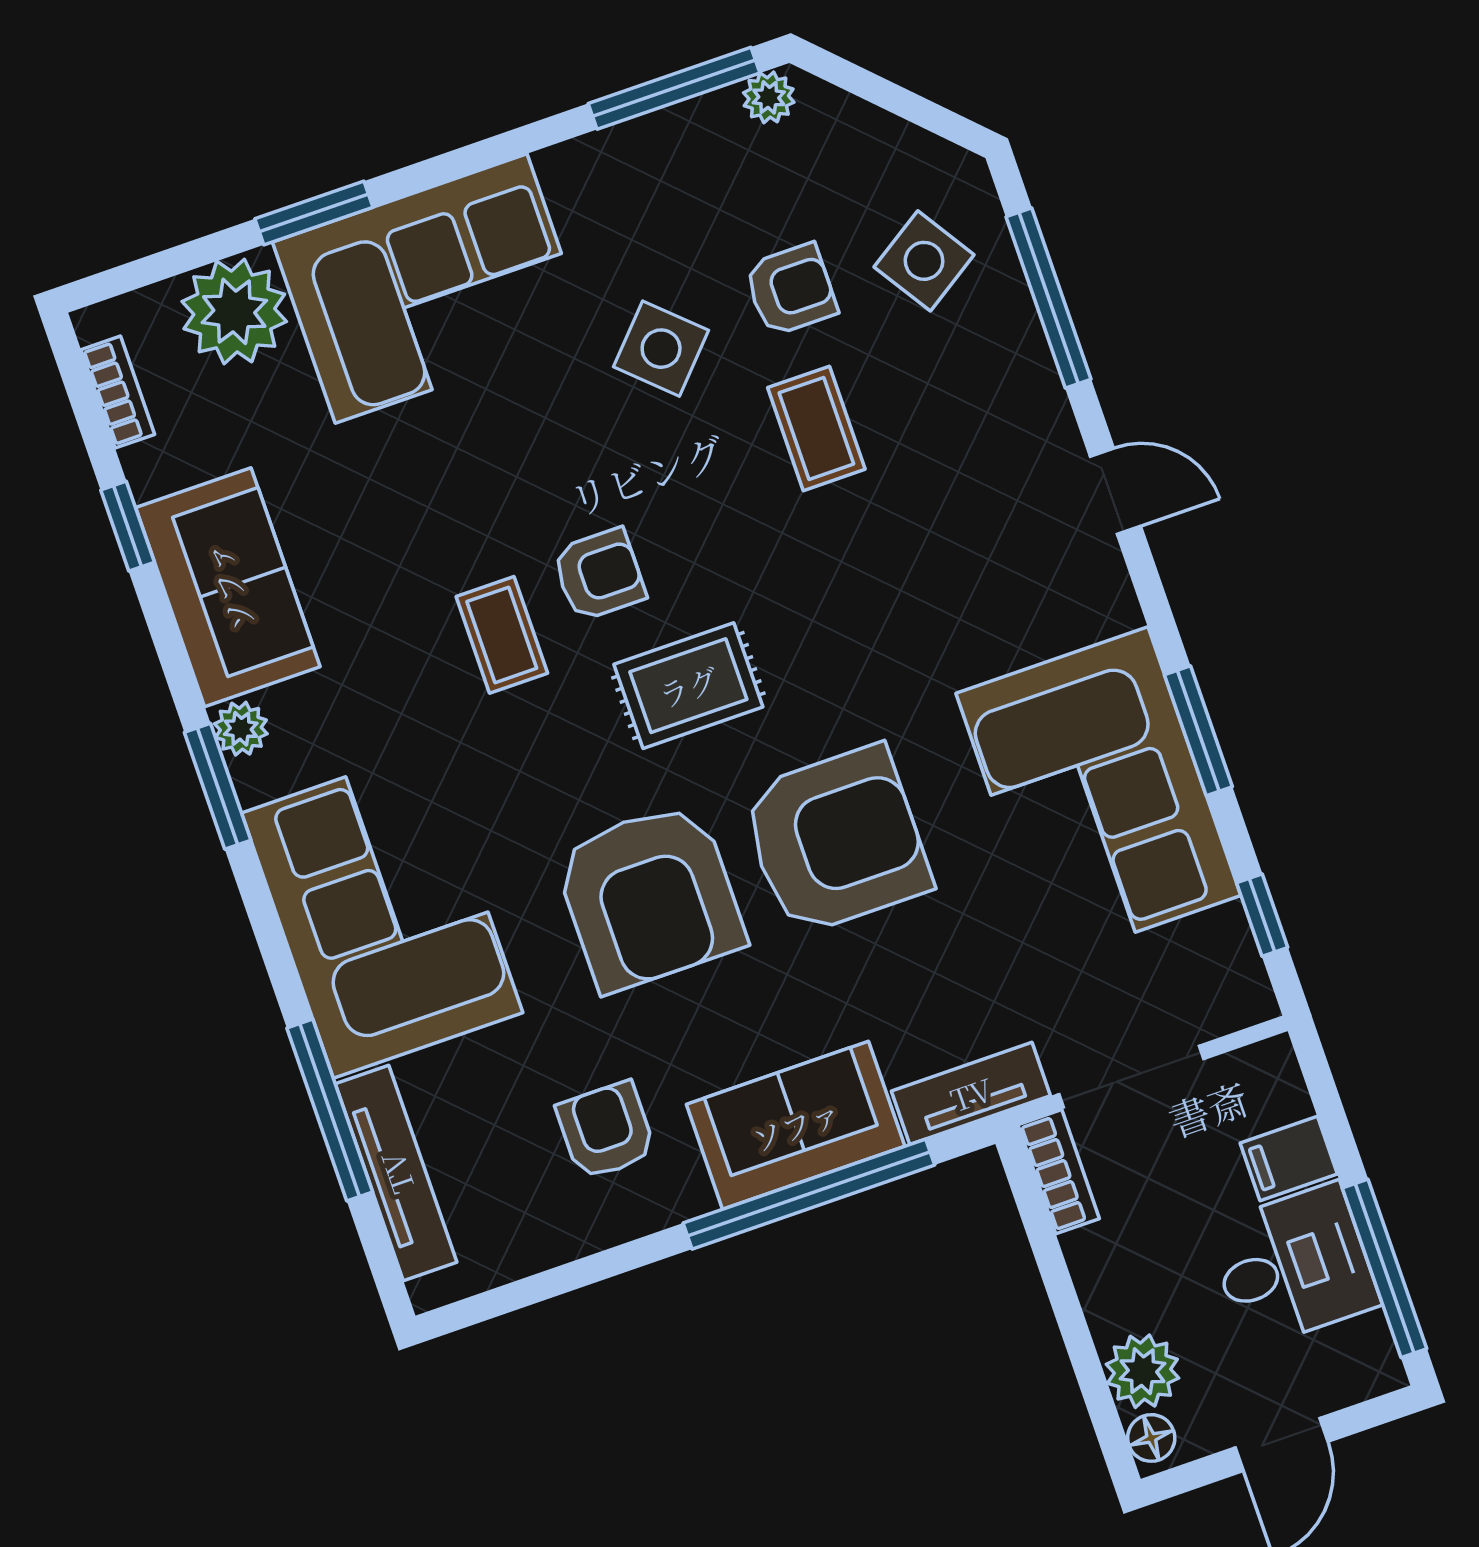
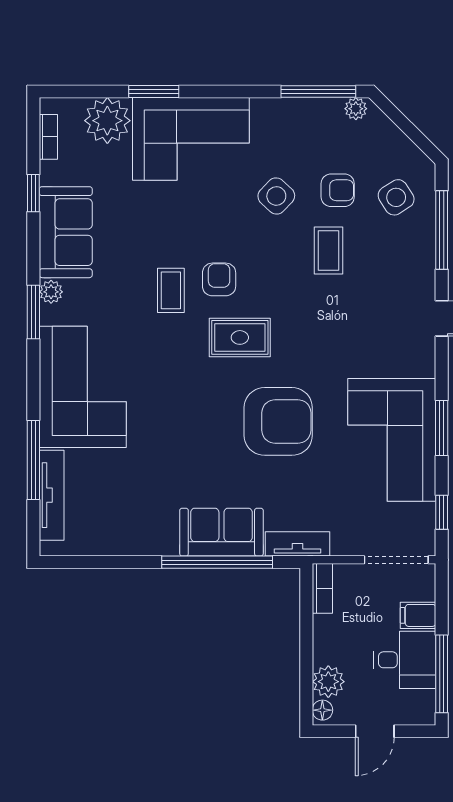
armchair: (599, 574) -> (219, 279), turned -90
armchair: (650, 897) -> (194, 418), removed
doorway: (1131, 1077) -> (396, 560), moved
armchair: (606, 1131) -> (143, 507), removed

